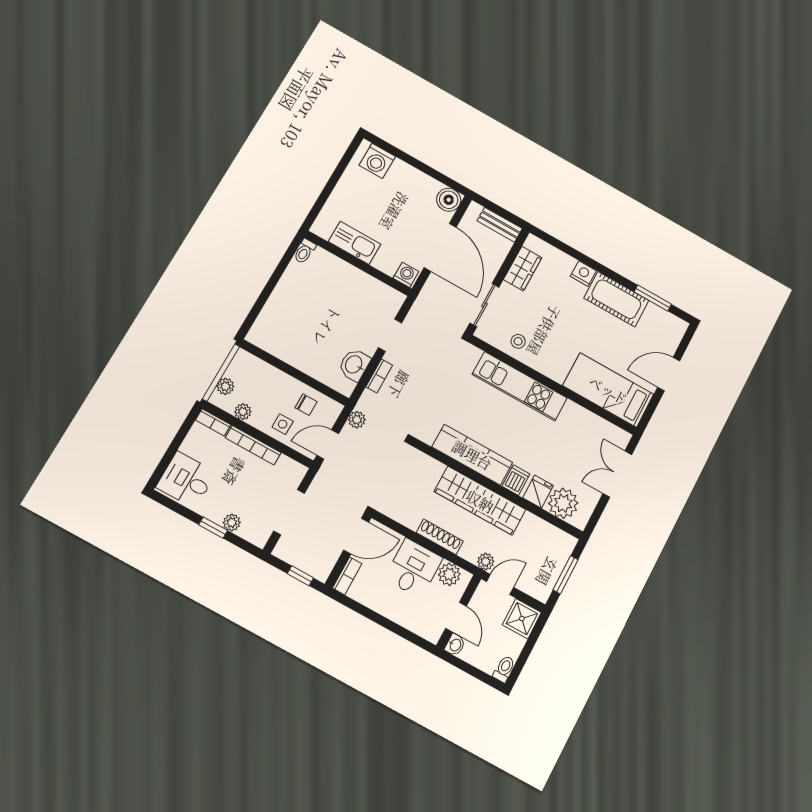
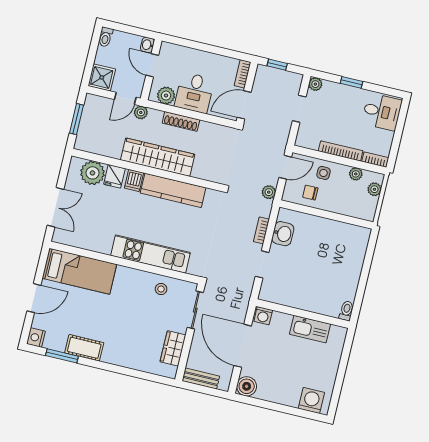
nightstand: (583, 274) -> (36, 338), moved, turned 90
cot: (616, 299) -> (84, 348), width x0.73, depth x0.75
doorway: (289, 512) -> (299, 109), width x0.73
plant: (232, 523) -> (315, 84), moved

